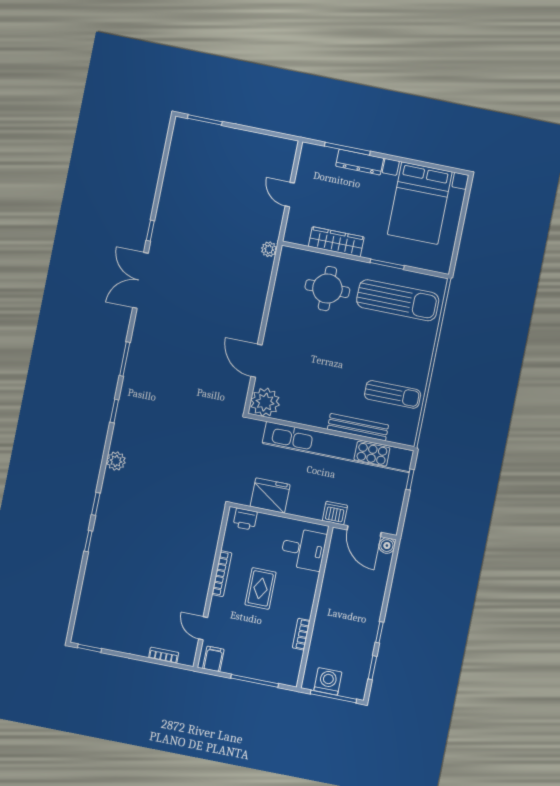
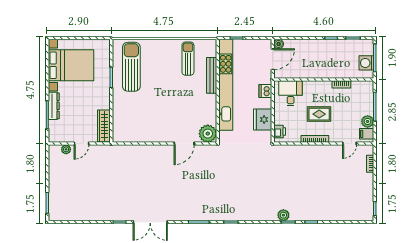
wardrobe: (336, 242) -> (104, 126), moved
plant: (269, 249) -> (66, 149), moved
round table: (327, 289) -> (133, 110), removed
plant: (116, 461) -> (283, 215), moved
dishwasher: (335, 513) -> (265, 91), moved
plant: (233, 664) -> (368, 121), added

